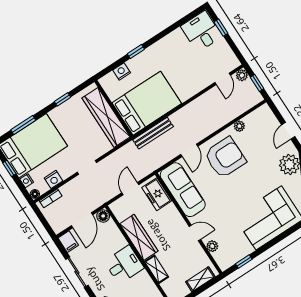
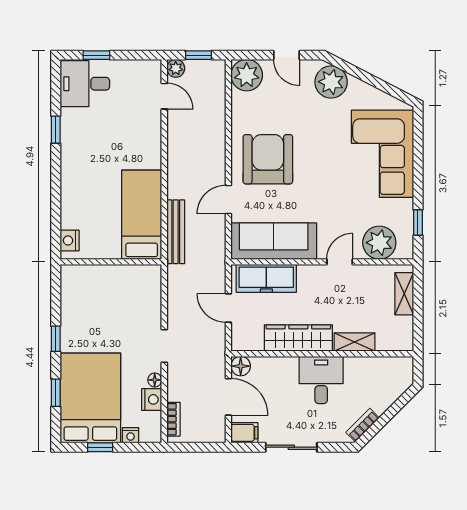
window: (136, 52) -> (56, 130), moved
nightstand: (122, 71) -> (70, 240), moved
window: (63, 99) -> (56, 339), moved
bed: (147, 103) -> (142, 215), width x0.67
wardrobe: (106, 117) -> (116, 279), removed
window: (23, 125) -> (56, 393), width x0.67
plant: (239, 126) -> (247, 75), moved, width x1.88, depth x1.88
door: (189, 150) -> (228, 200), swing flipped
floor lamp: (35, 194) -> (155, 380), moved
freezer: (157, 194) -> (266, 278), width x1.40
plant: (212, 246) -> (379, 243), width x1.88, depth x1.88

